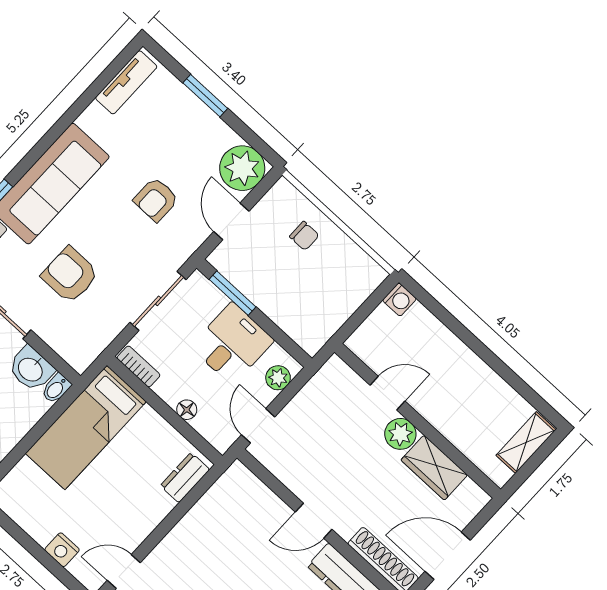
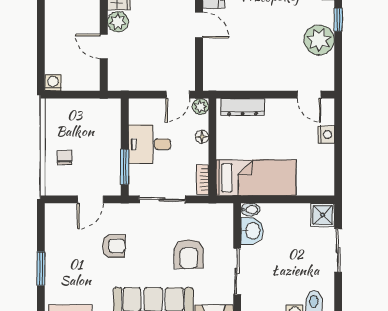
plant: (242, 168) -> (60, 218), removed
plant: (278, 378) -> (200, 107), moved
dresser: (185, 478) -> (242, 107), width x1.44

